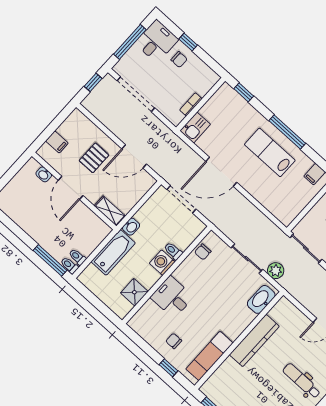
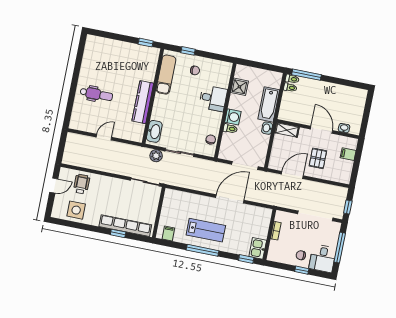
kitchen sink: (195, 128) -> (258, 248), moved

